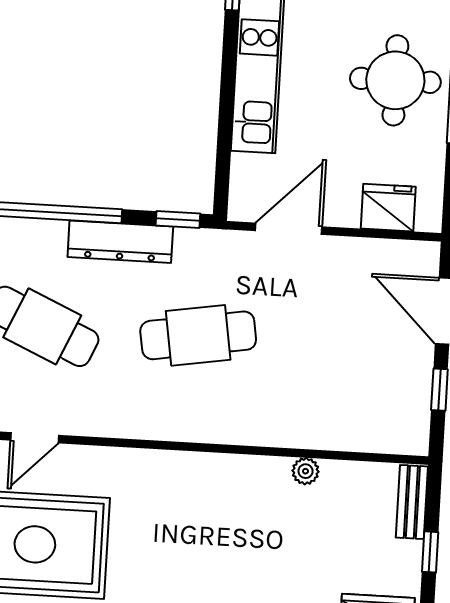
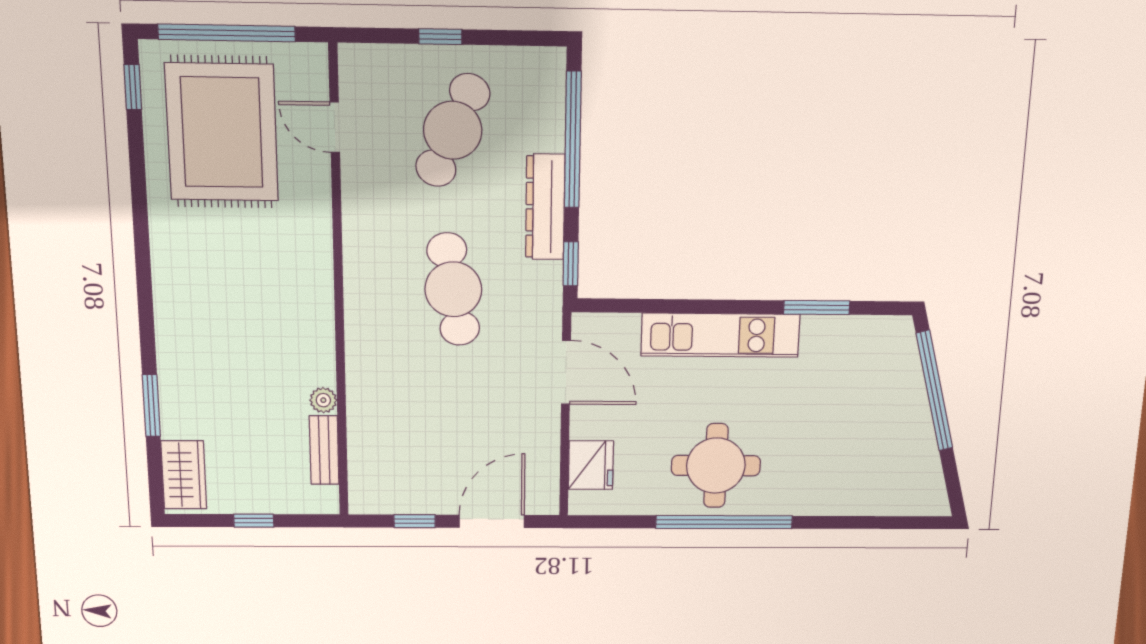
bench: (412, 502) -> (324, 450), moved, turned 90

